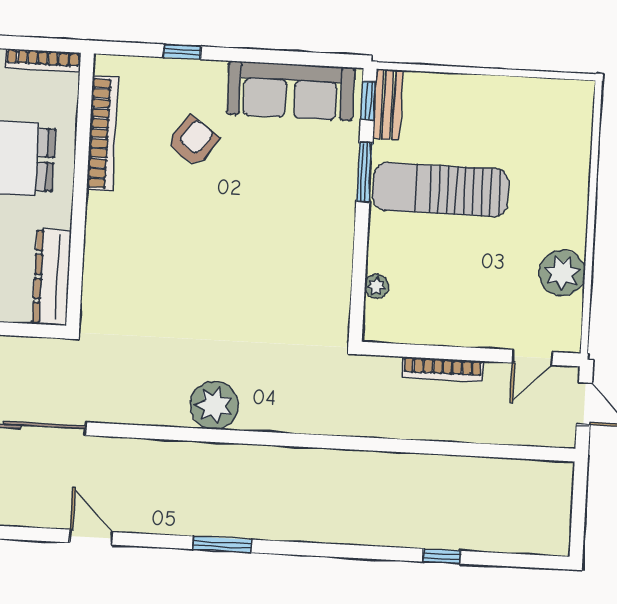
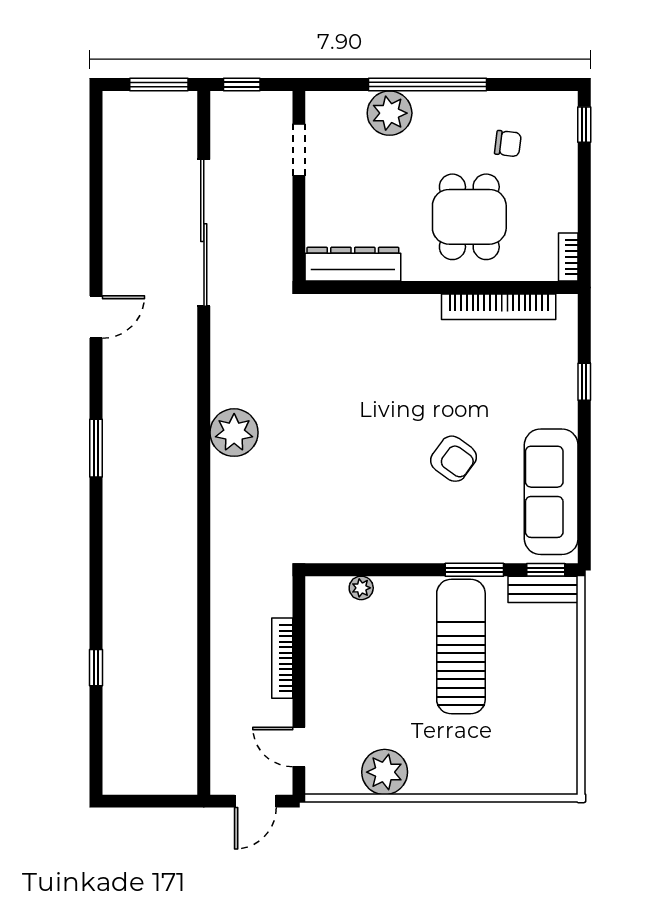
bookcase: (43, 60) -> (568, 257), width x0.64
armchair: (193, 141) -> (454, 459), moved

